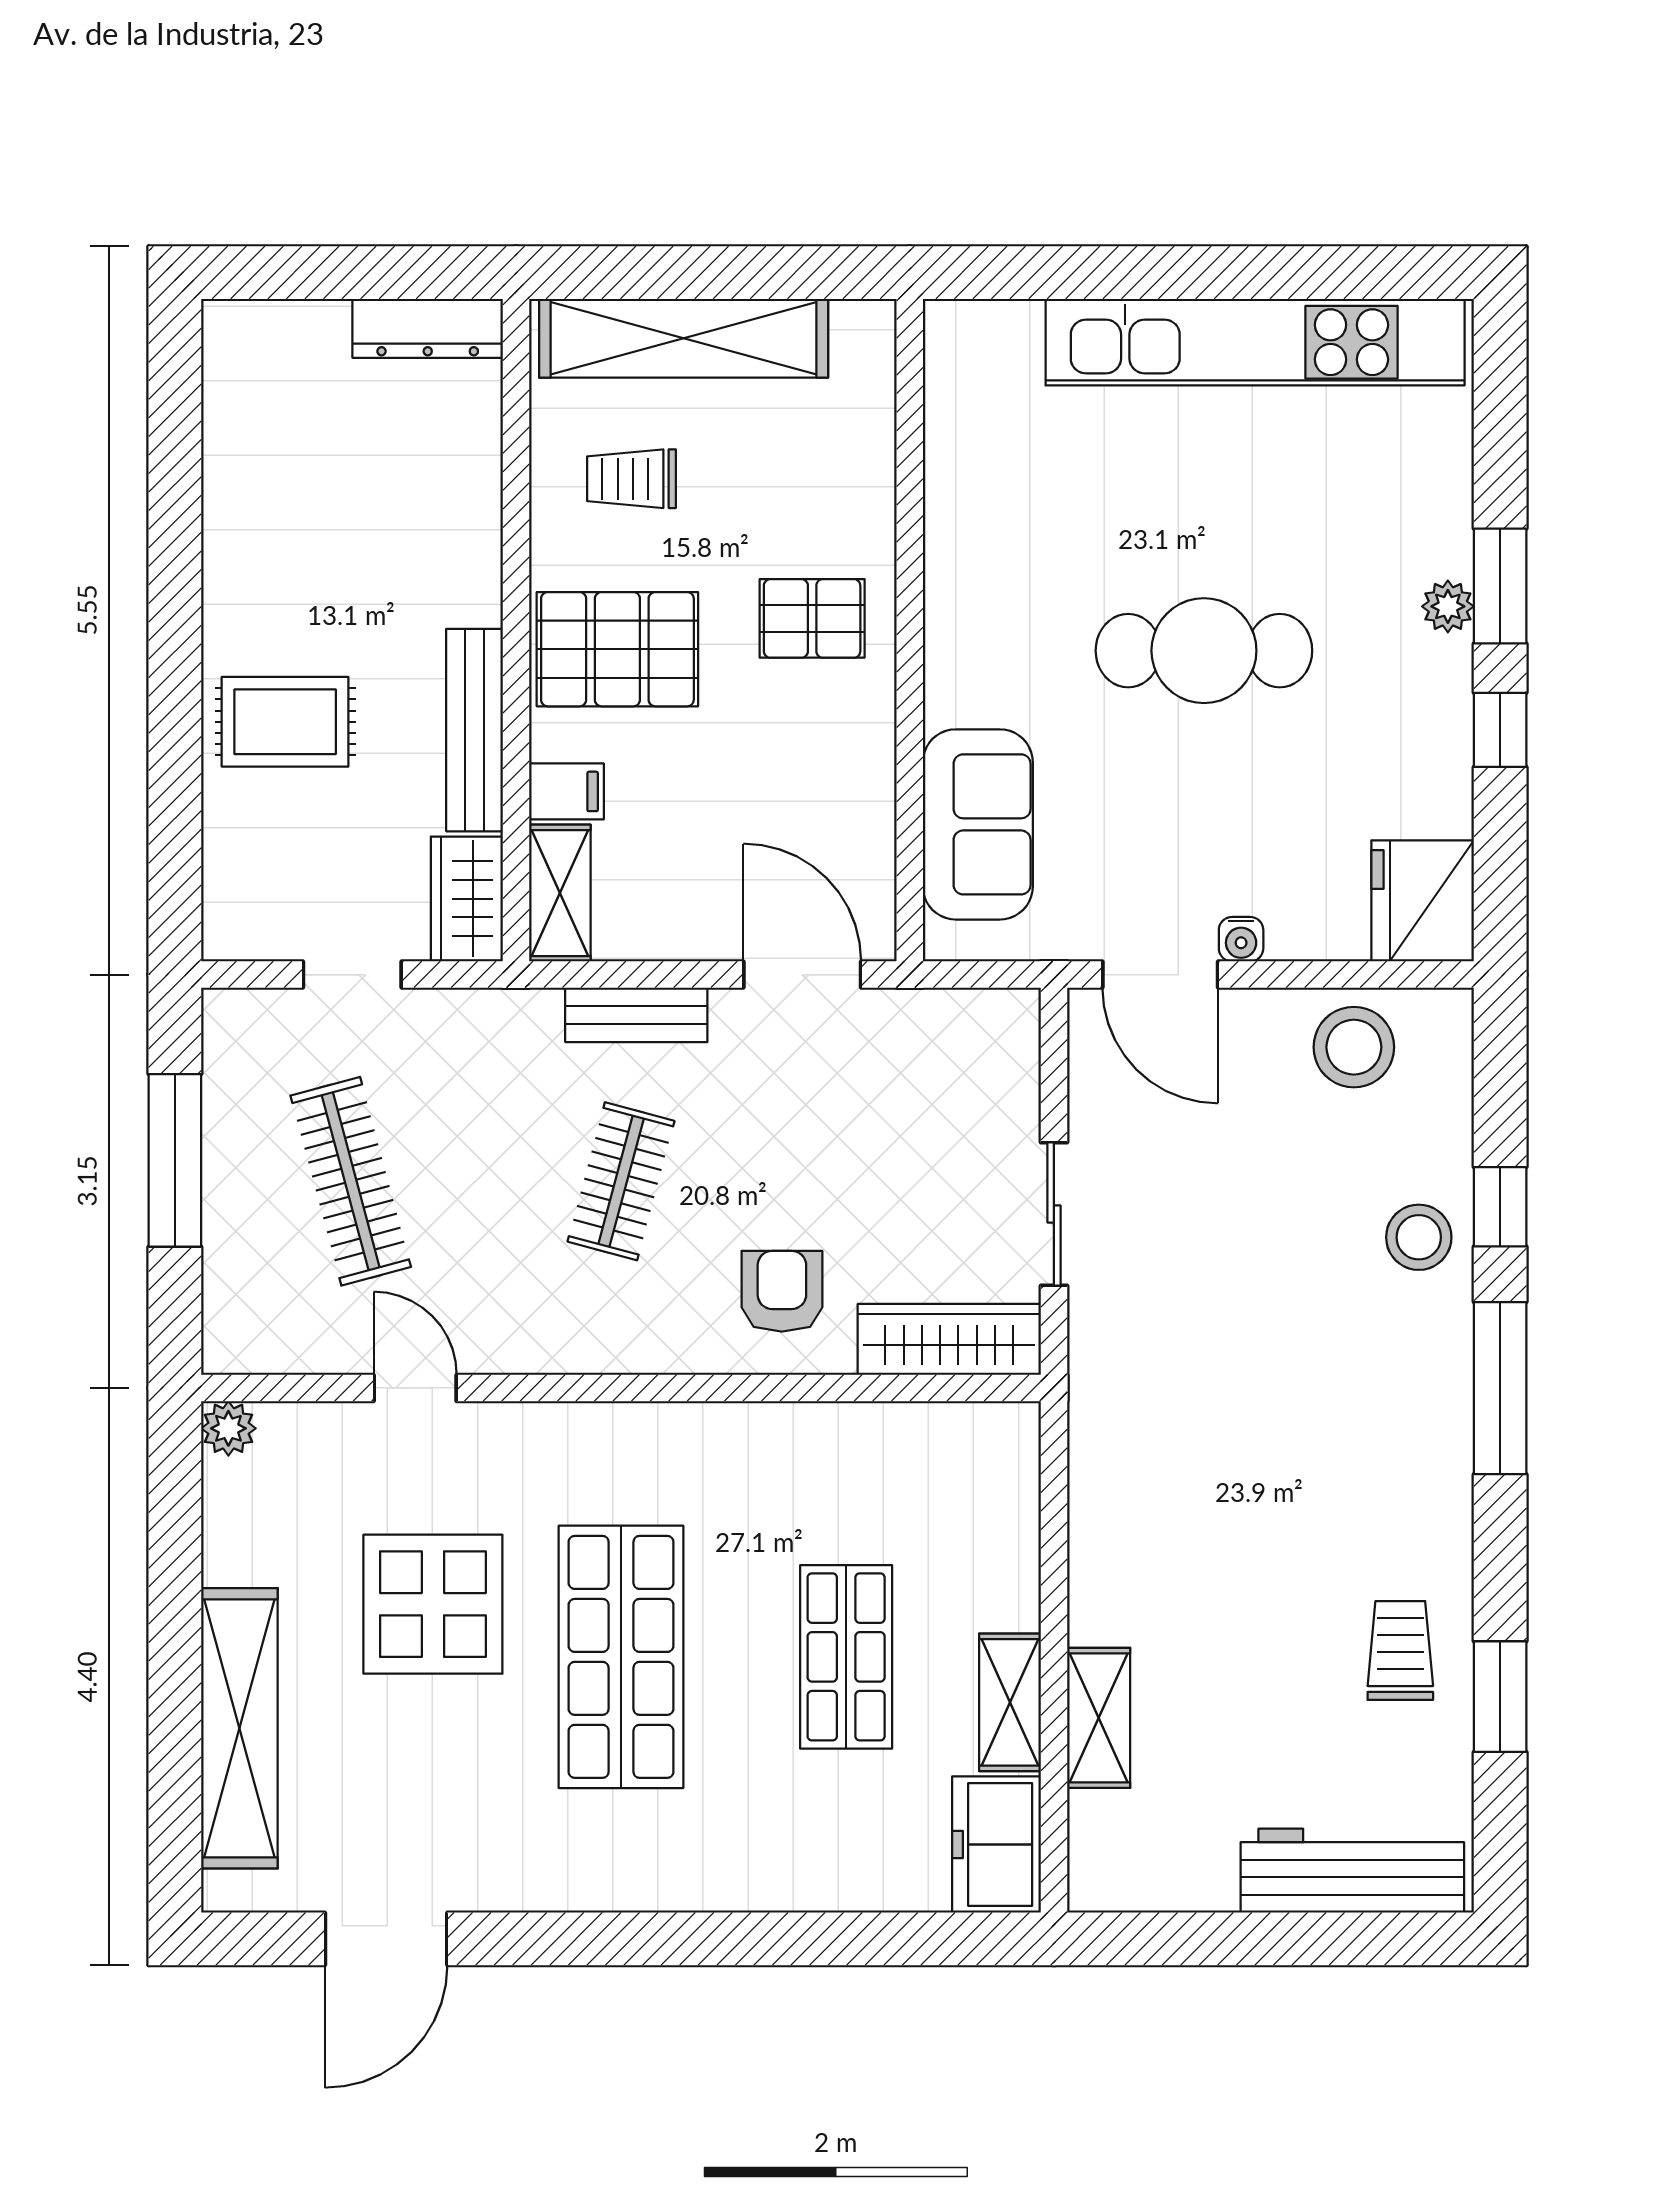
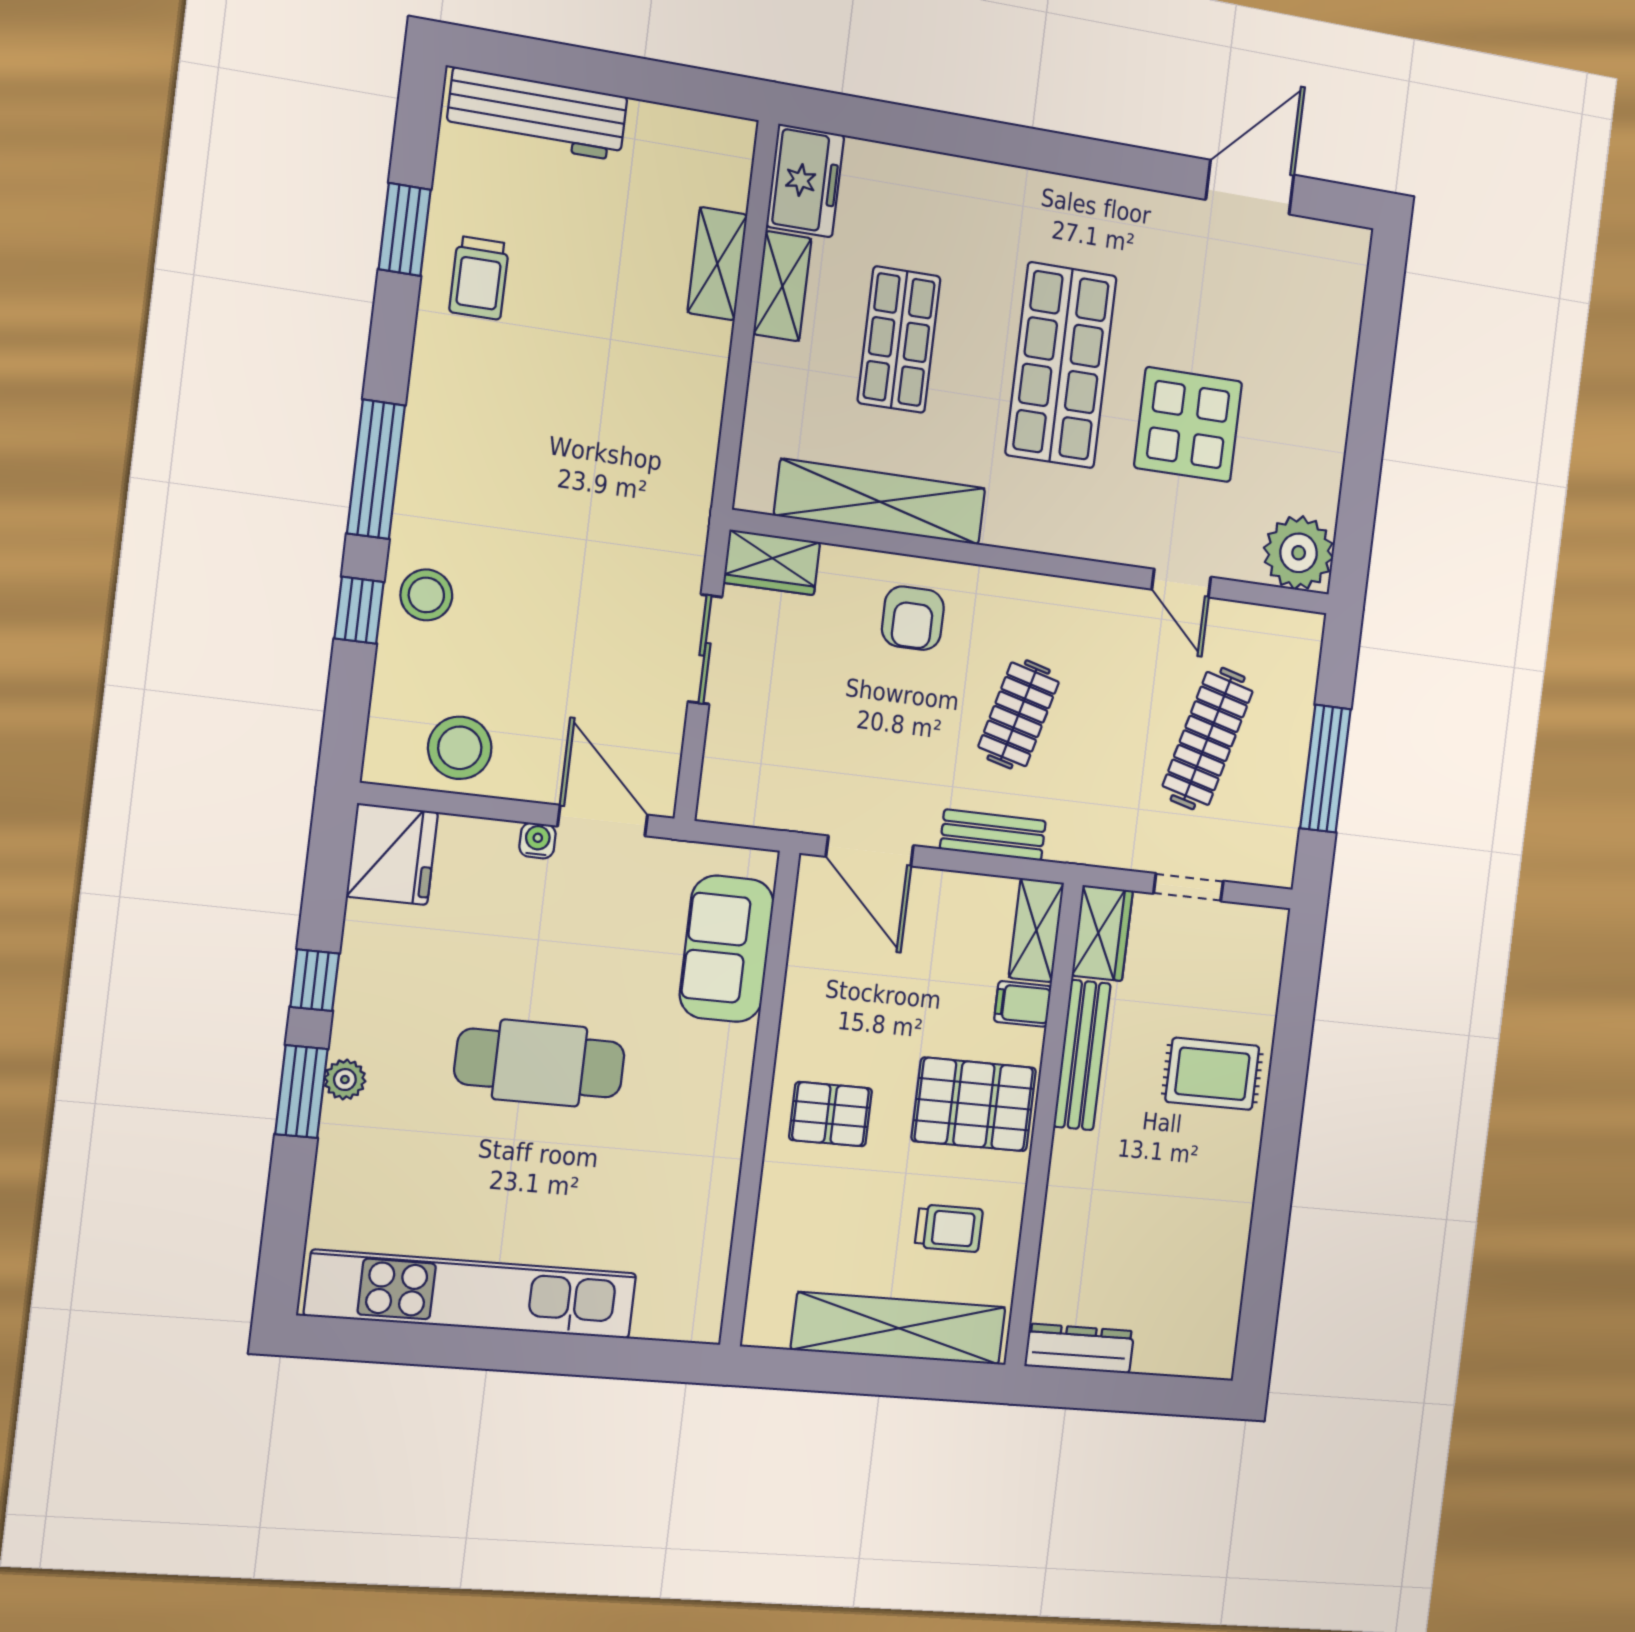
clothes rail: (351, 1181) -> (1208, 738), turned 30
wardrobe: (949, 1339) -> (772, 562), width x0.67
plant: (228, 1428) -> (1299, 553), width x1.87, depth x1.87
shelving: (239, 1728) -> (880, 502), moved, turned 90

